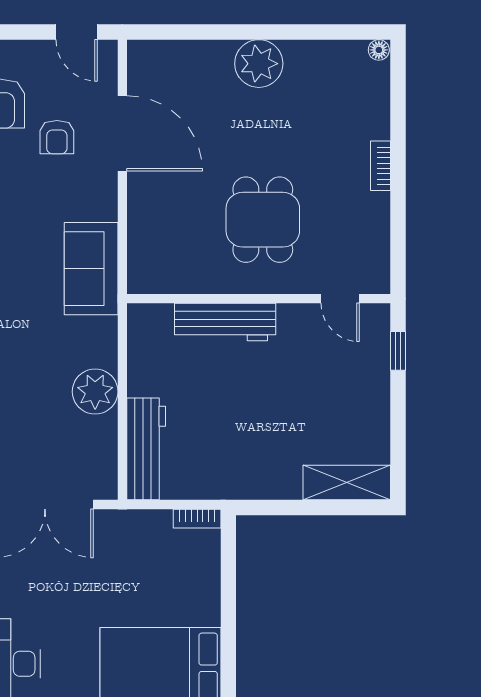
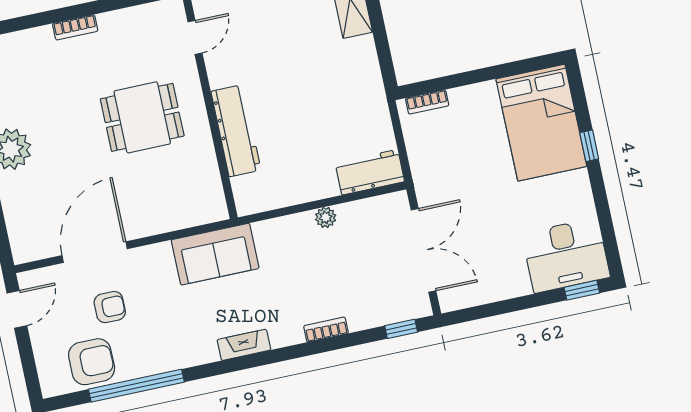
plant: (95, 392) -> (326, 217), width x0.53, depth x0.53
workbench: (146, 449) -> (370, 172), width x0.73
bookcase: (197, 519) -> (427, 102), moved, turned 90

